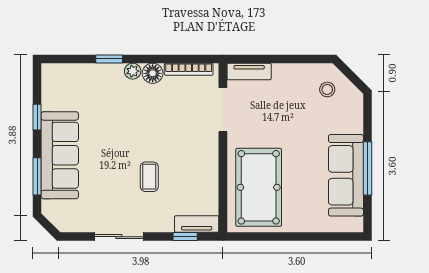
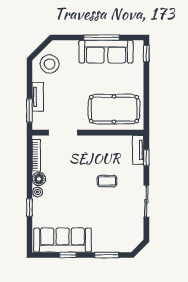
window: (256, 59) -> (29, 111), added
tv unit: (249, 71) -> (38, 97), moved
stool: (327, 89) -> (50, 64), width x1.89, depth x1.89
sofa: (60, 155) -> (63, 240), moved
window: (343, 237) -> (146, 54), added

